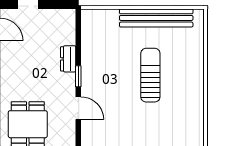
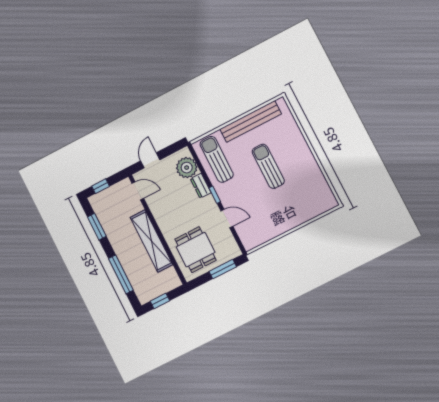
plant: (63, 32) -> (187, 168), added
sun lounger: (100, 39) -> (217, 159), added

